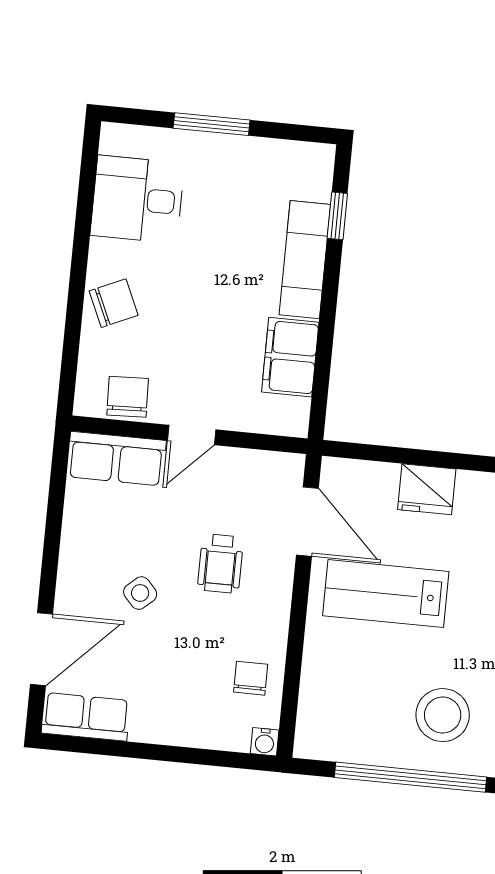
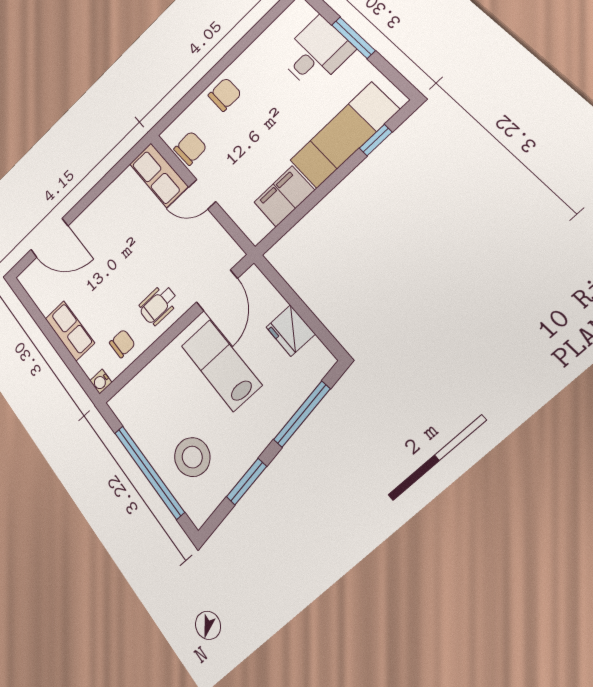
desk: (137, 199) -> (316, 53), moved, turned 90
exam couch: (305, 260) -> (344, 135), width x1.36, depth x1.45
chair: (114, 303) -> (225, 95), turned -66
wheelchair: (220, 564) -> (158, 305), moved
side table: (140, 593) -> (112, 252), removed
row of seats: (86, 717) -> (70, 331), moved

